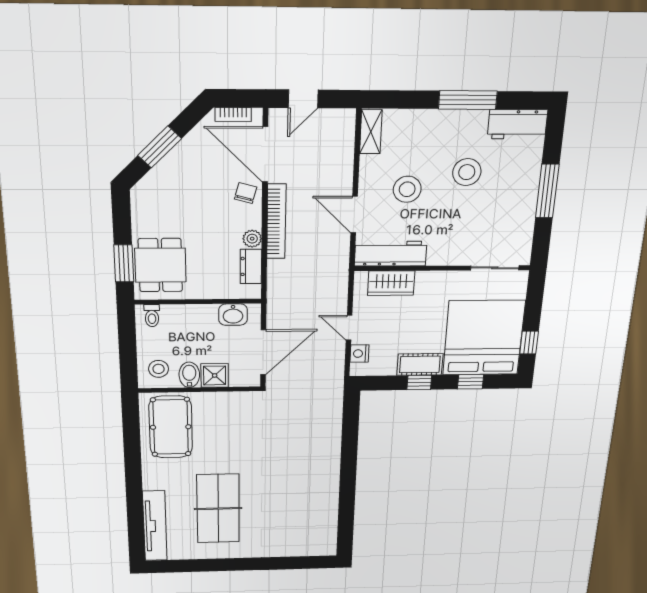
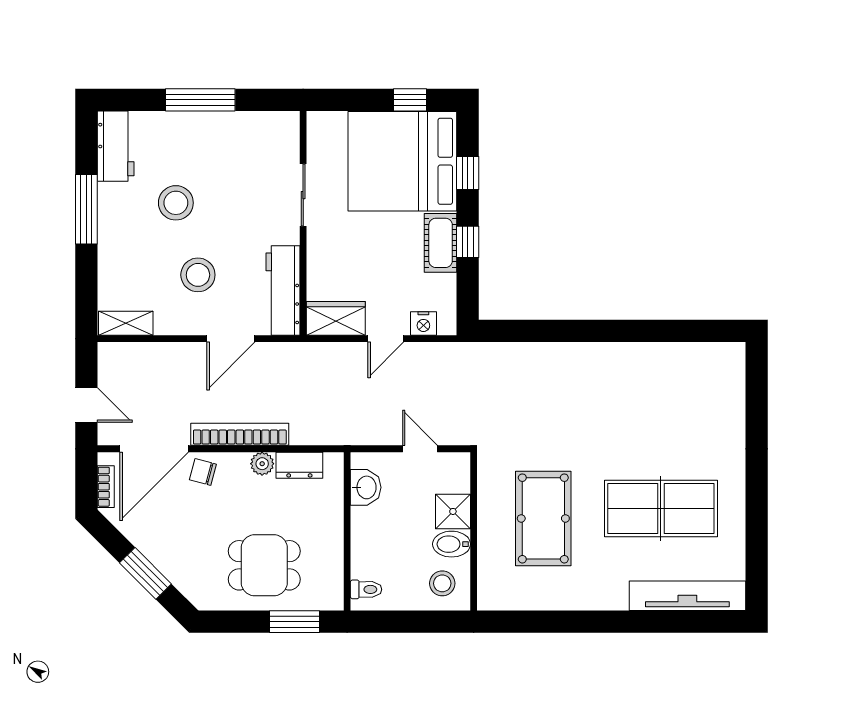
dining table: (160, 265) -> (264, 565), moved
sliding door: (495, 268) -> (303, 195), moved
wardrobe: (391, 283) -> (336, 318), moved, turned -90
door: (263, 352) -> (420, 449), width x0.53
pool table: (171, 427) -> (543, 518), moved, turned 90

